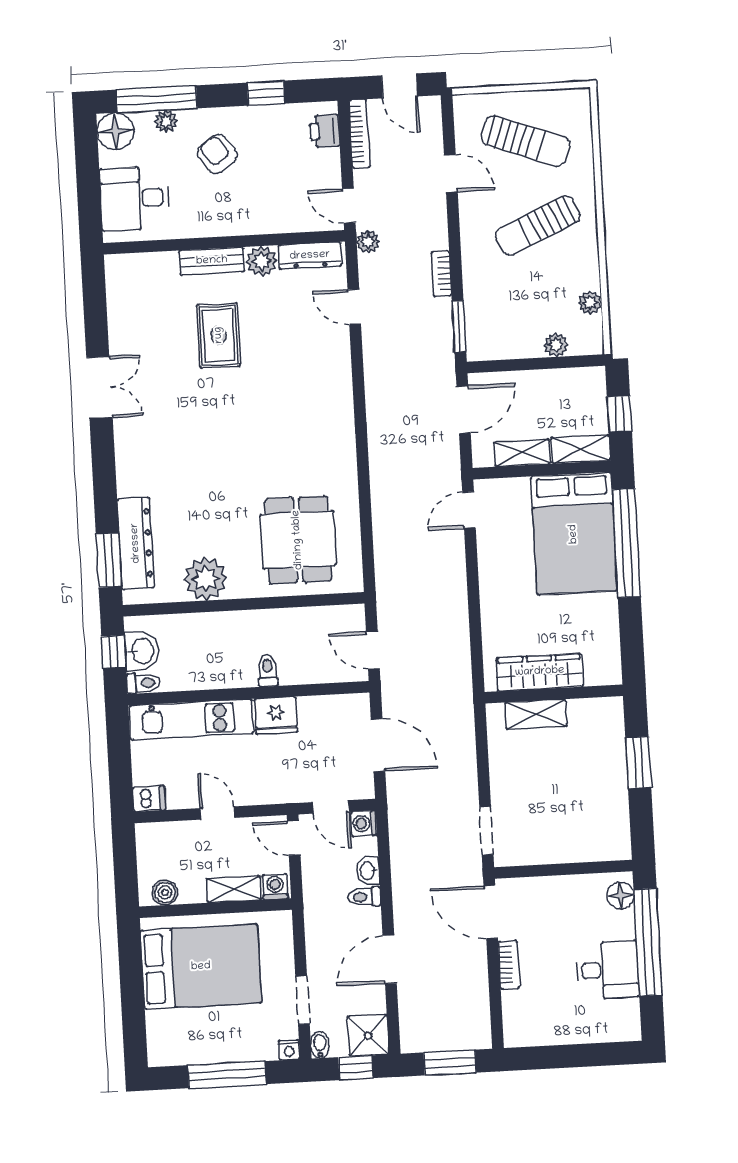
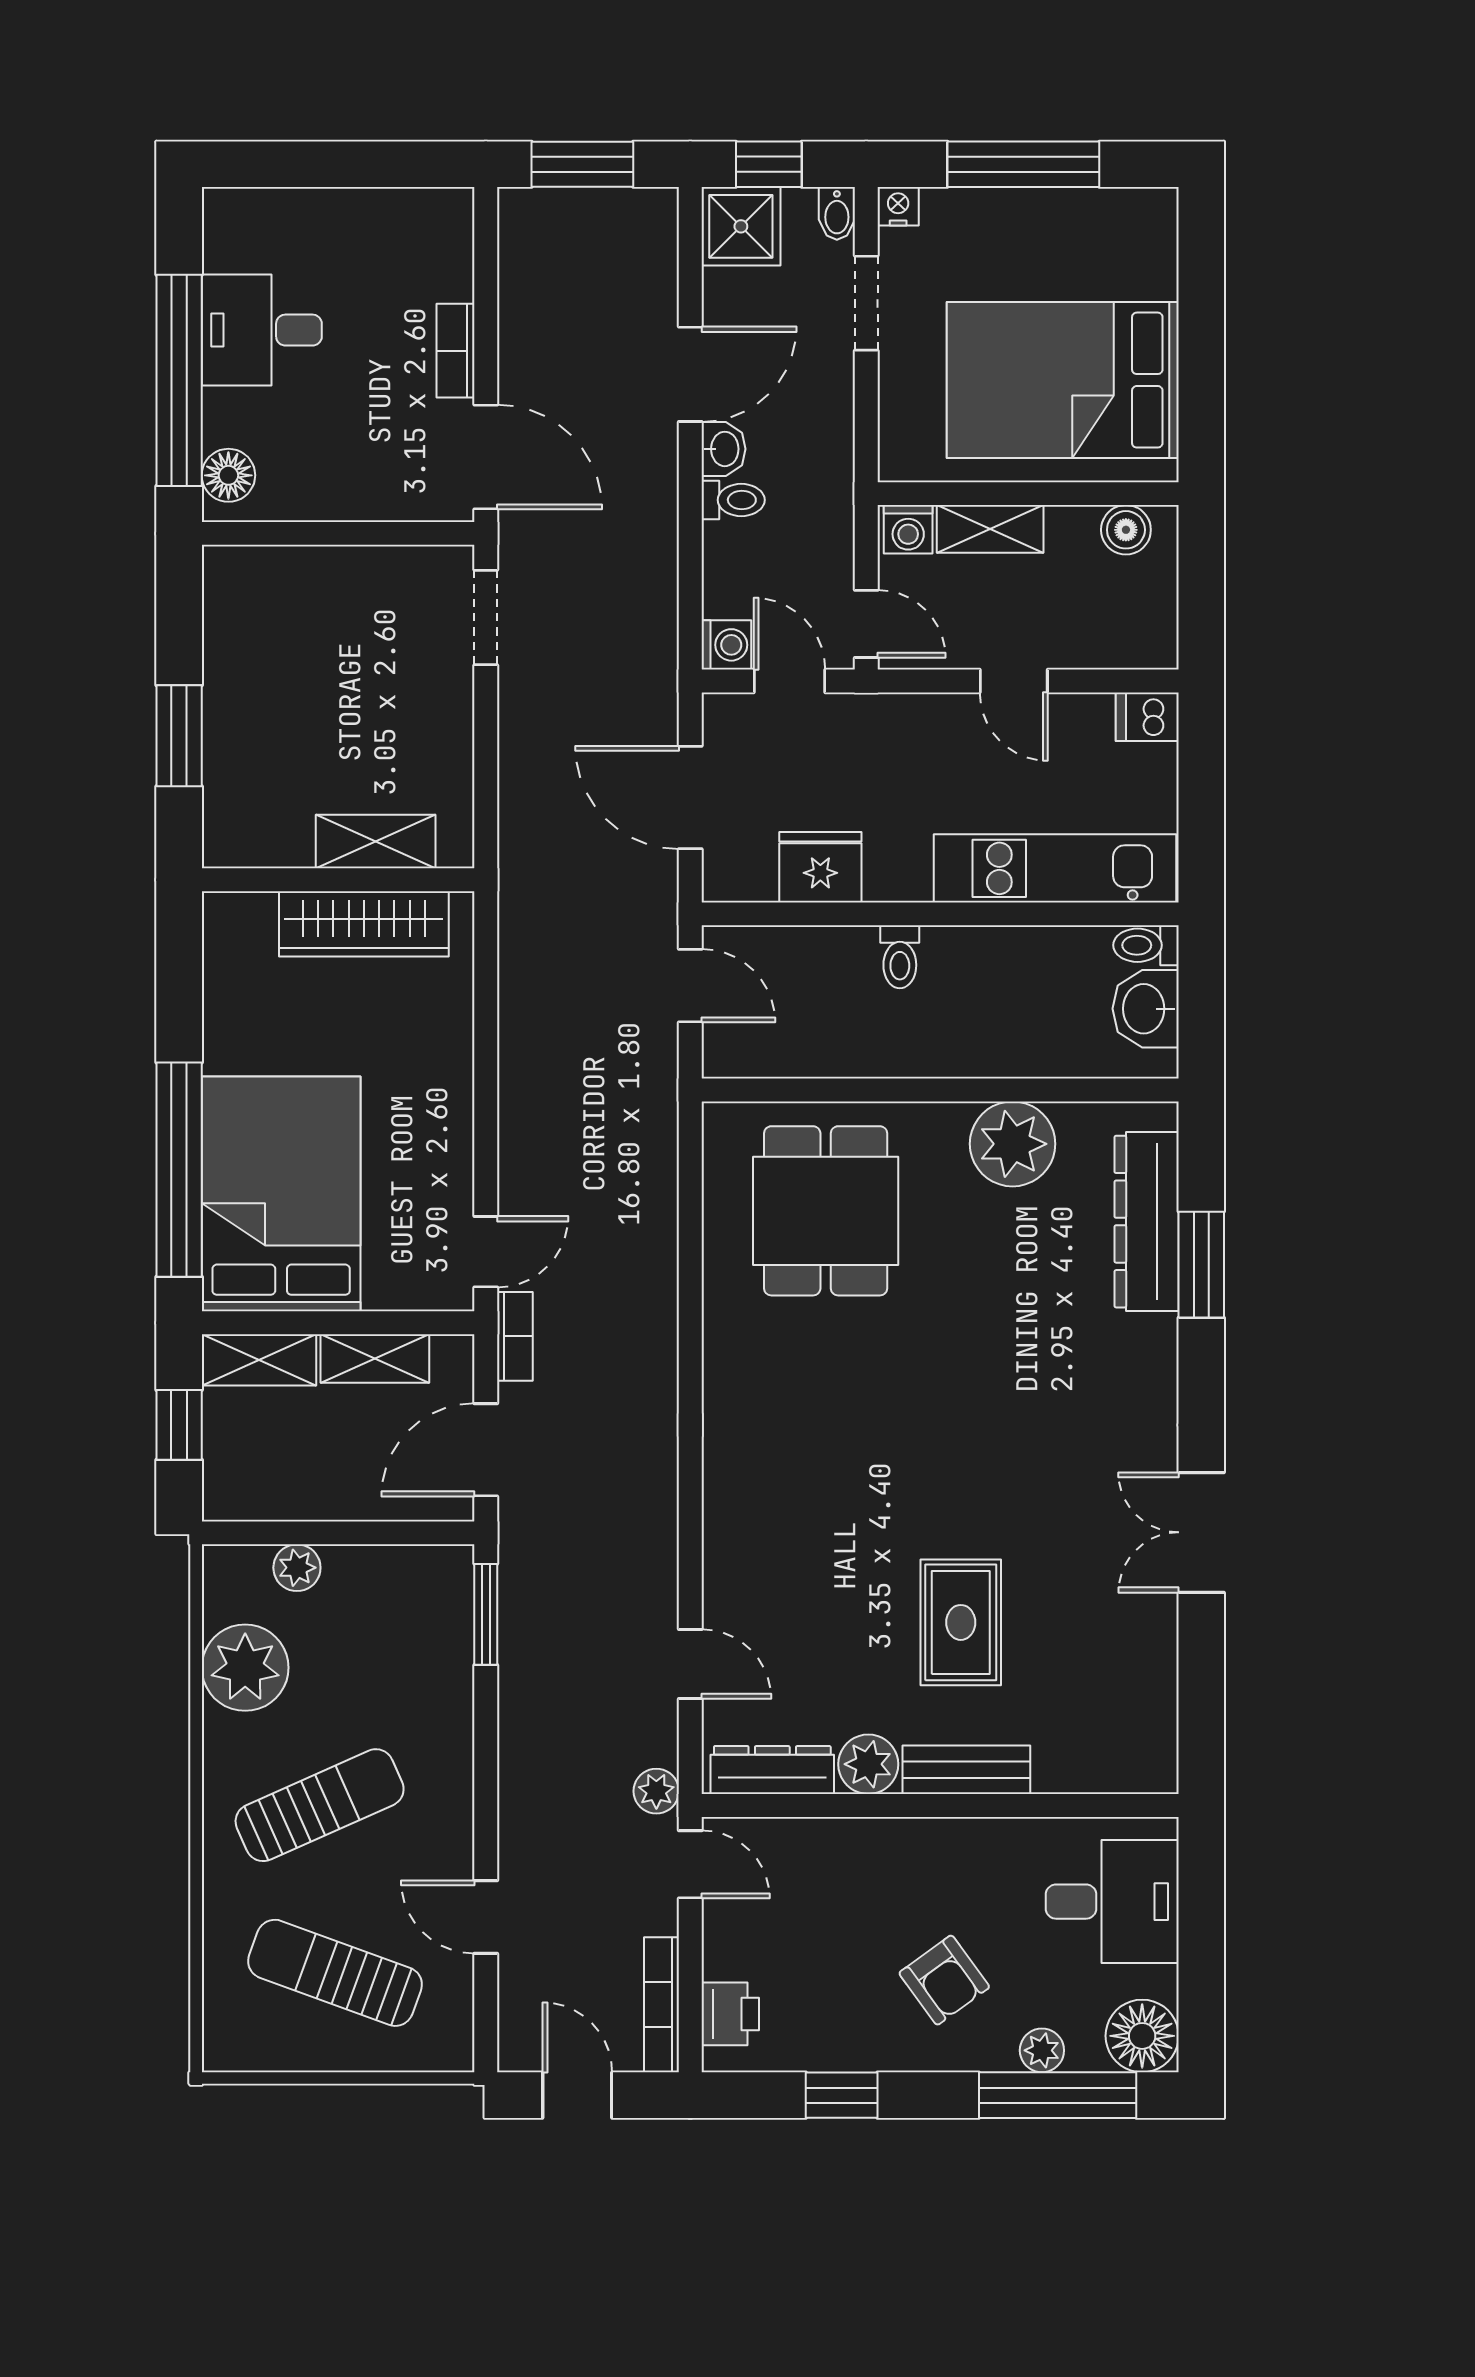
bookcase: (441, 274) -> (515, 1336), moved
plant: (590, 303) -> (245, 1668), width x1.87, depth x1.87
window: (109, 560) -> (1201, 1265), moved
window: (114, 652) -> (1201, 1010), removed
fridge: (276, 715) -> (820, 867), moved
washbasin: (368, 871) -> (723, 449), moved

